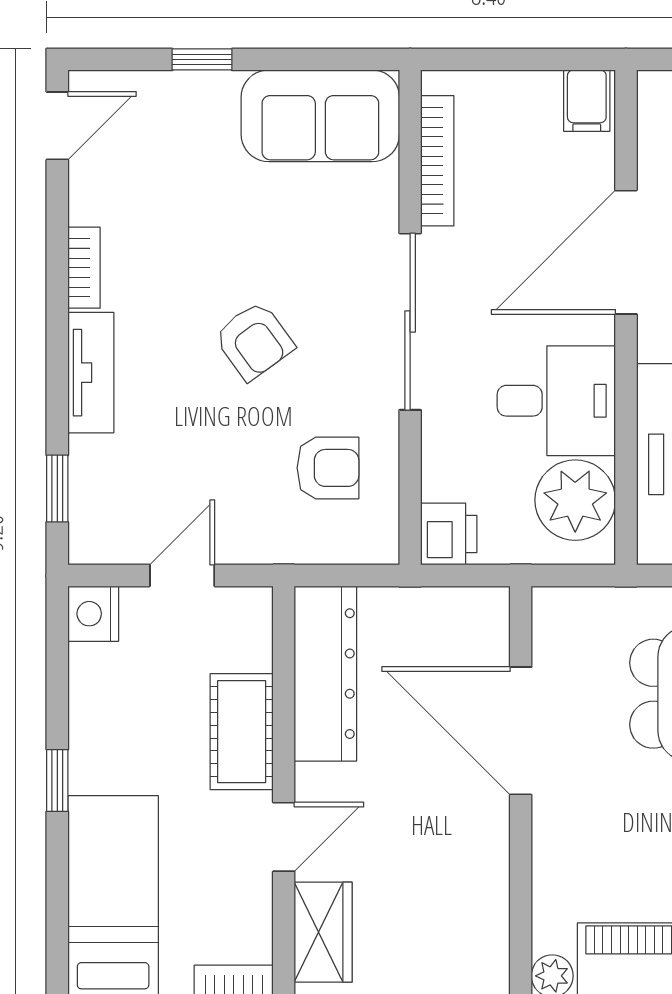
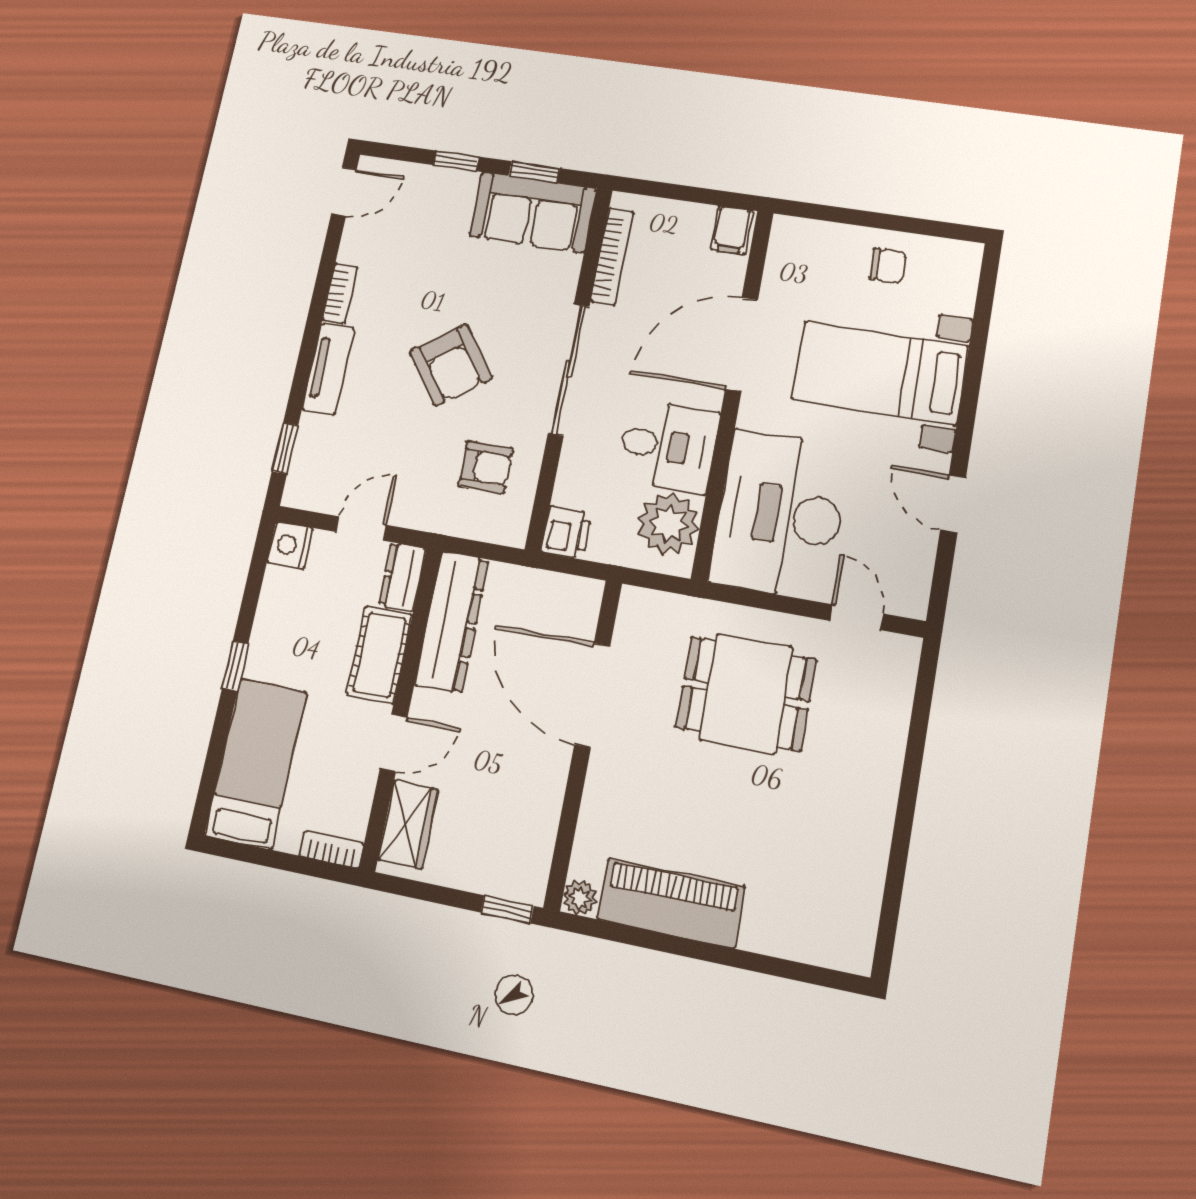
window: (311, 59) -> (534, 172), added
armchair: (254, 341) -> (451, 365), width x1.38, depth x1.38
dresser: (250, 628) -> (402, 577), added

